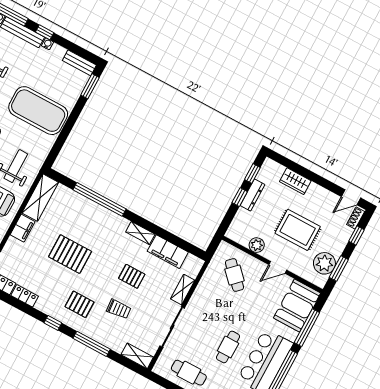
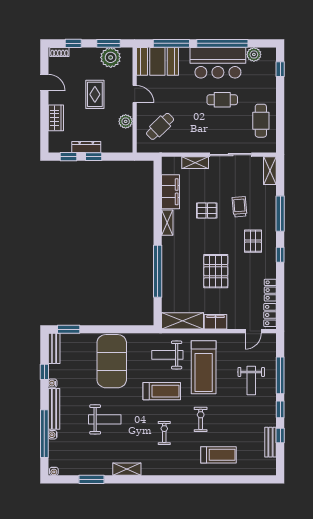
window: (45, 32) -> (44, 372), moved
door: (351, 197) -> (44, 83), moved
rug: (298, 230) -> (95, 94), width x0.73, depth x0.70
pallet: (132, 276) -> (207, 211), turned 90

